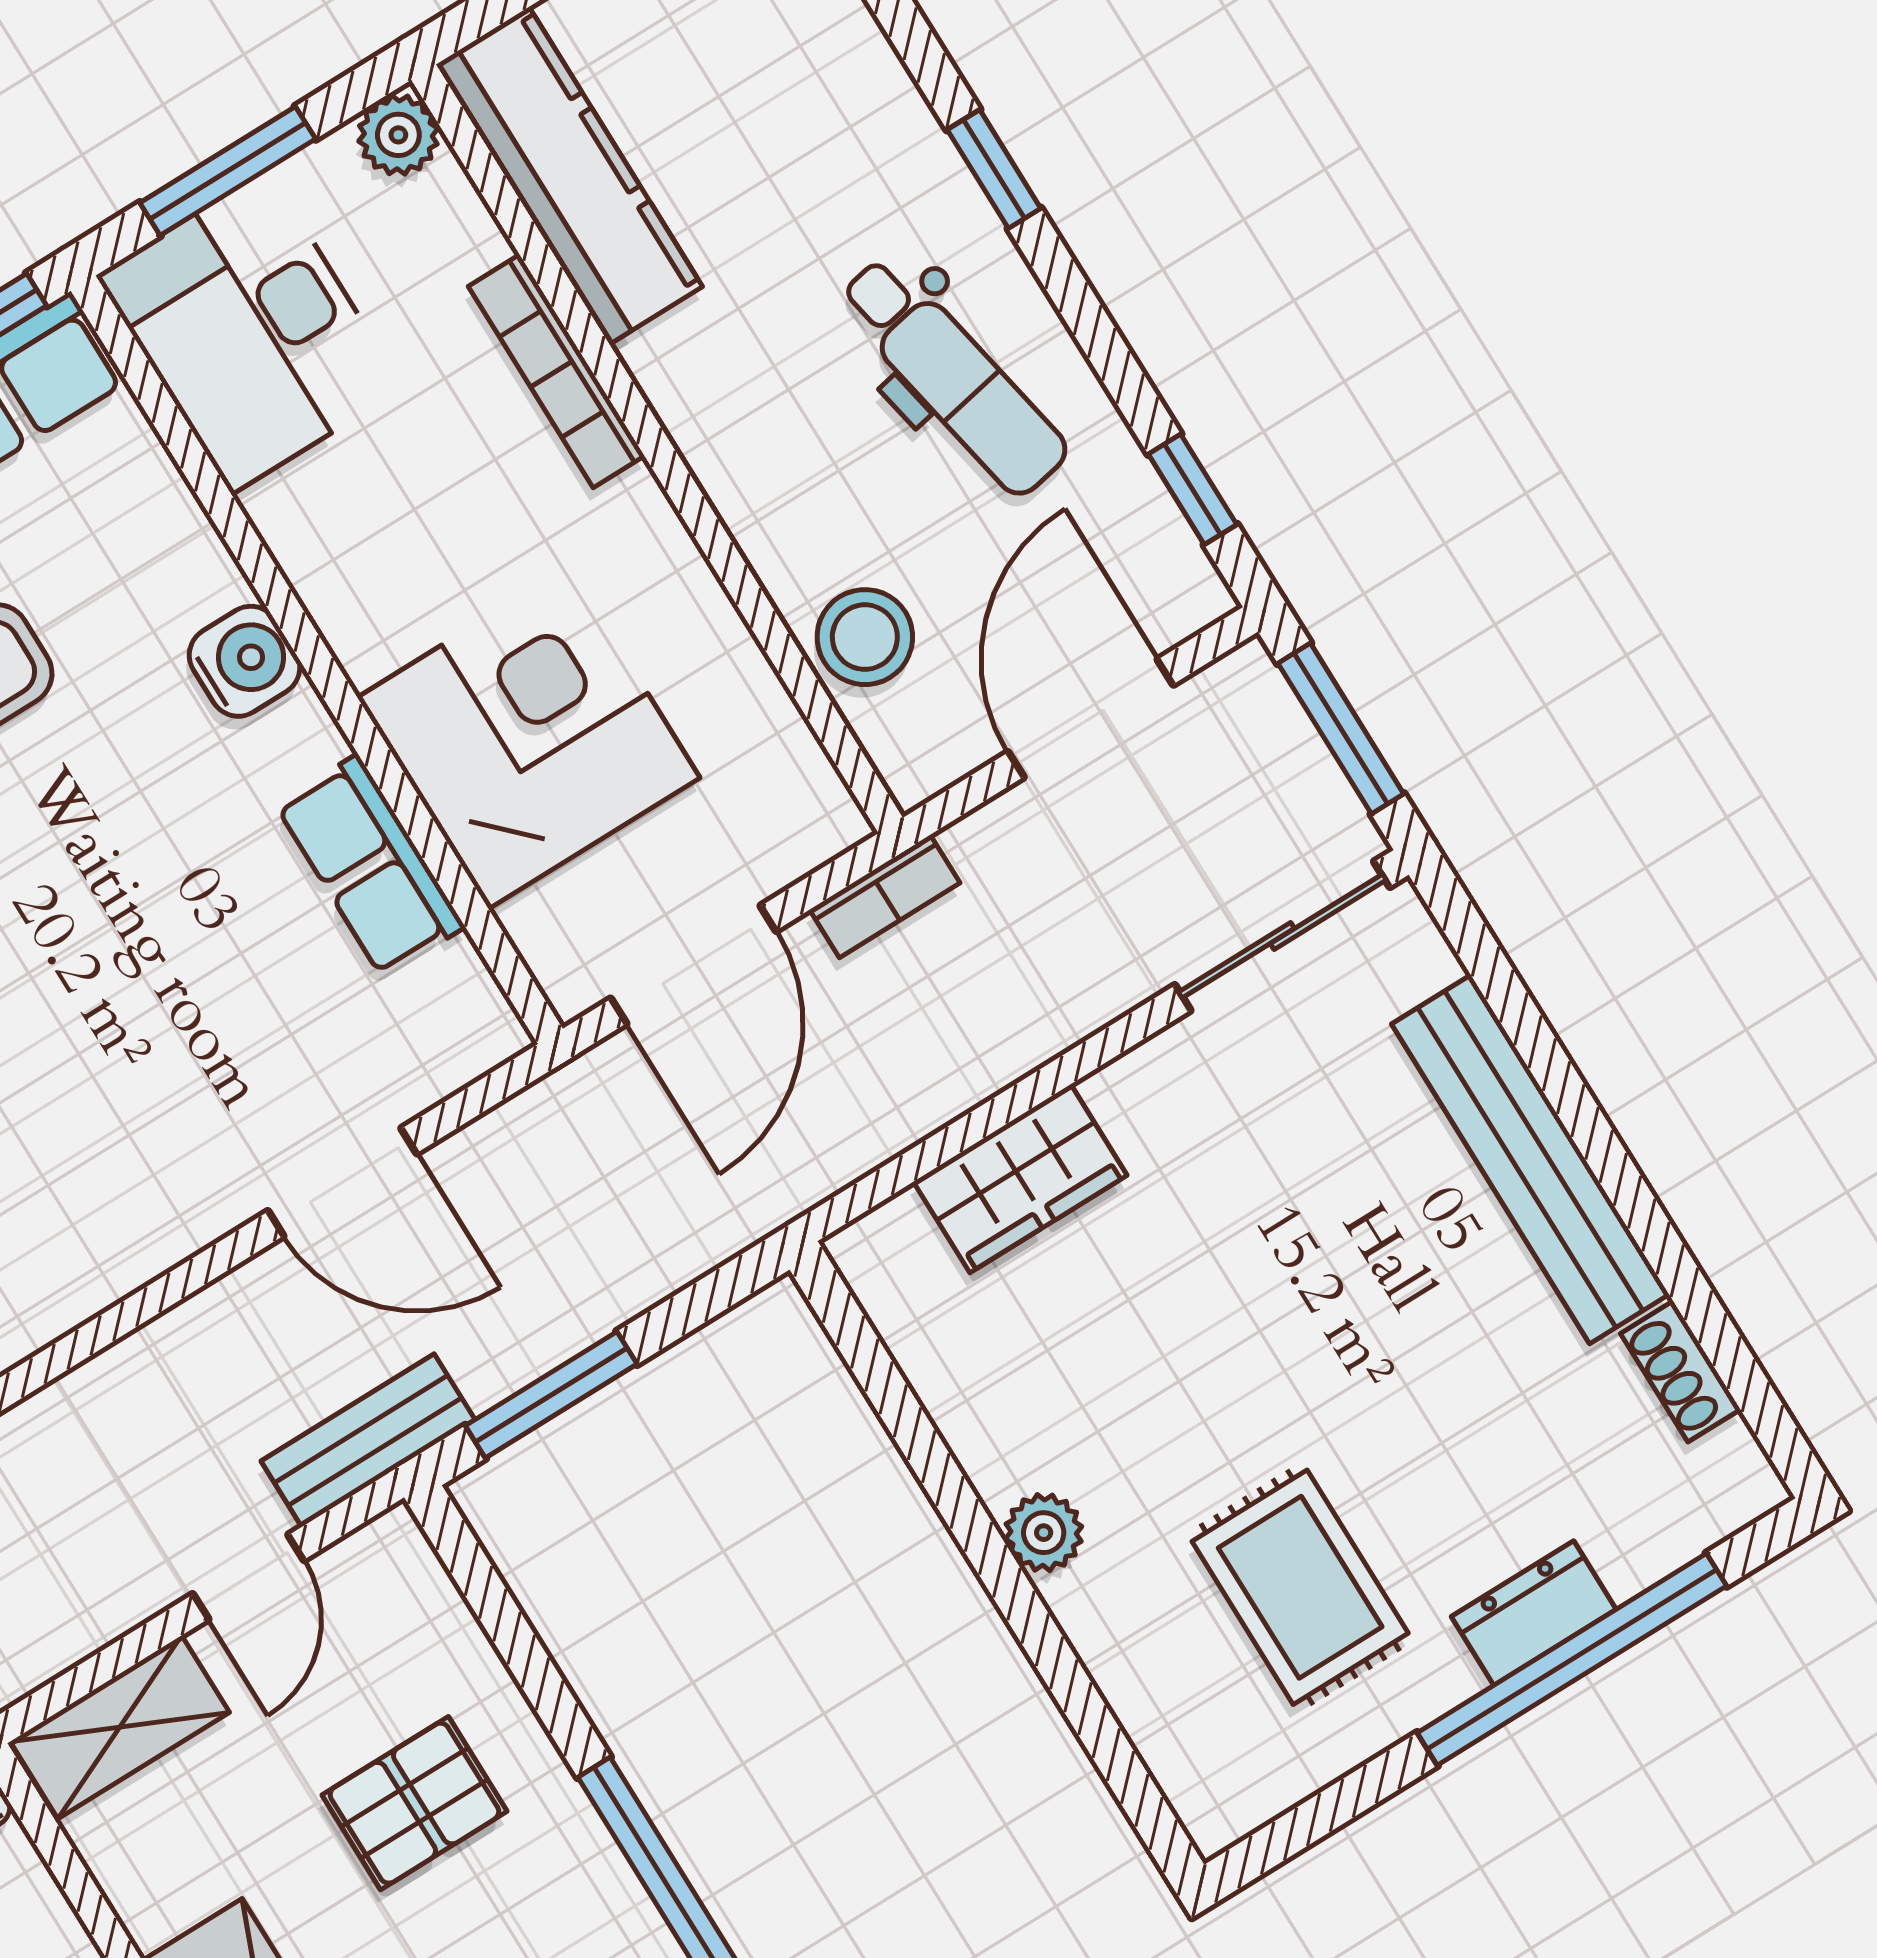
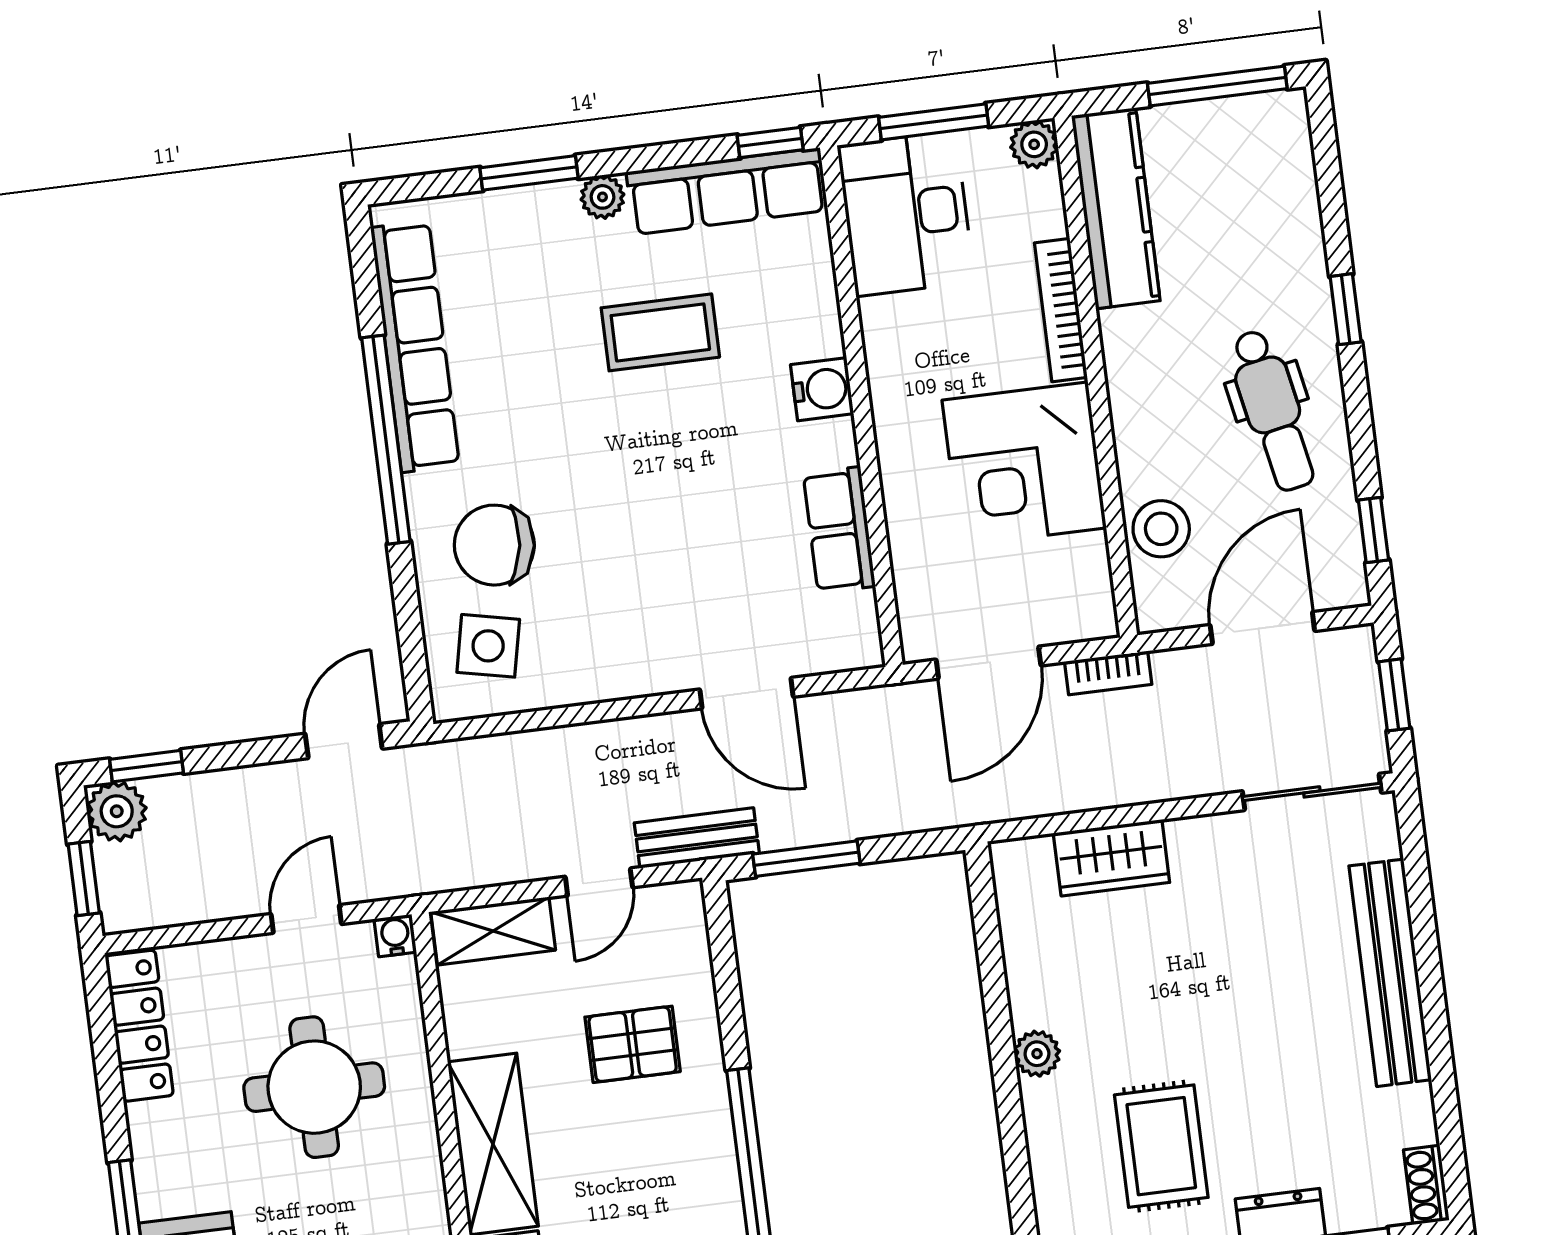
window: (1341, 729) -> (1394, 695), width x0.67
corner desk: (528, 738) -> (1024, 464), moved, turned 180
shoe rack: (1681, 1372) -> (1426, 1185), moved

